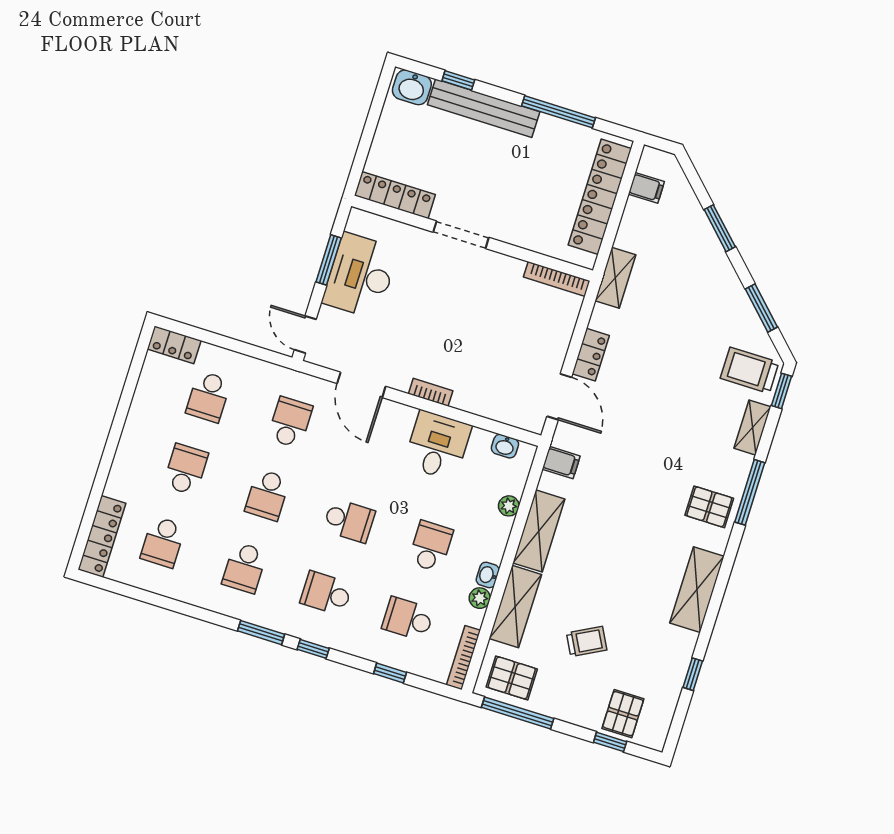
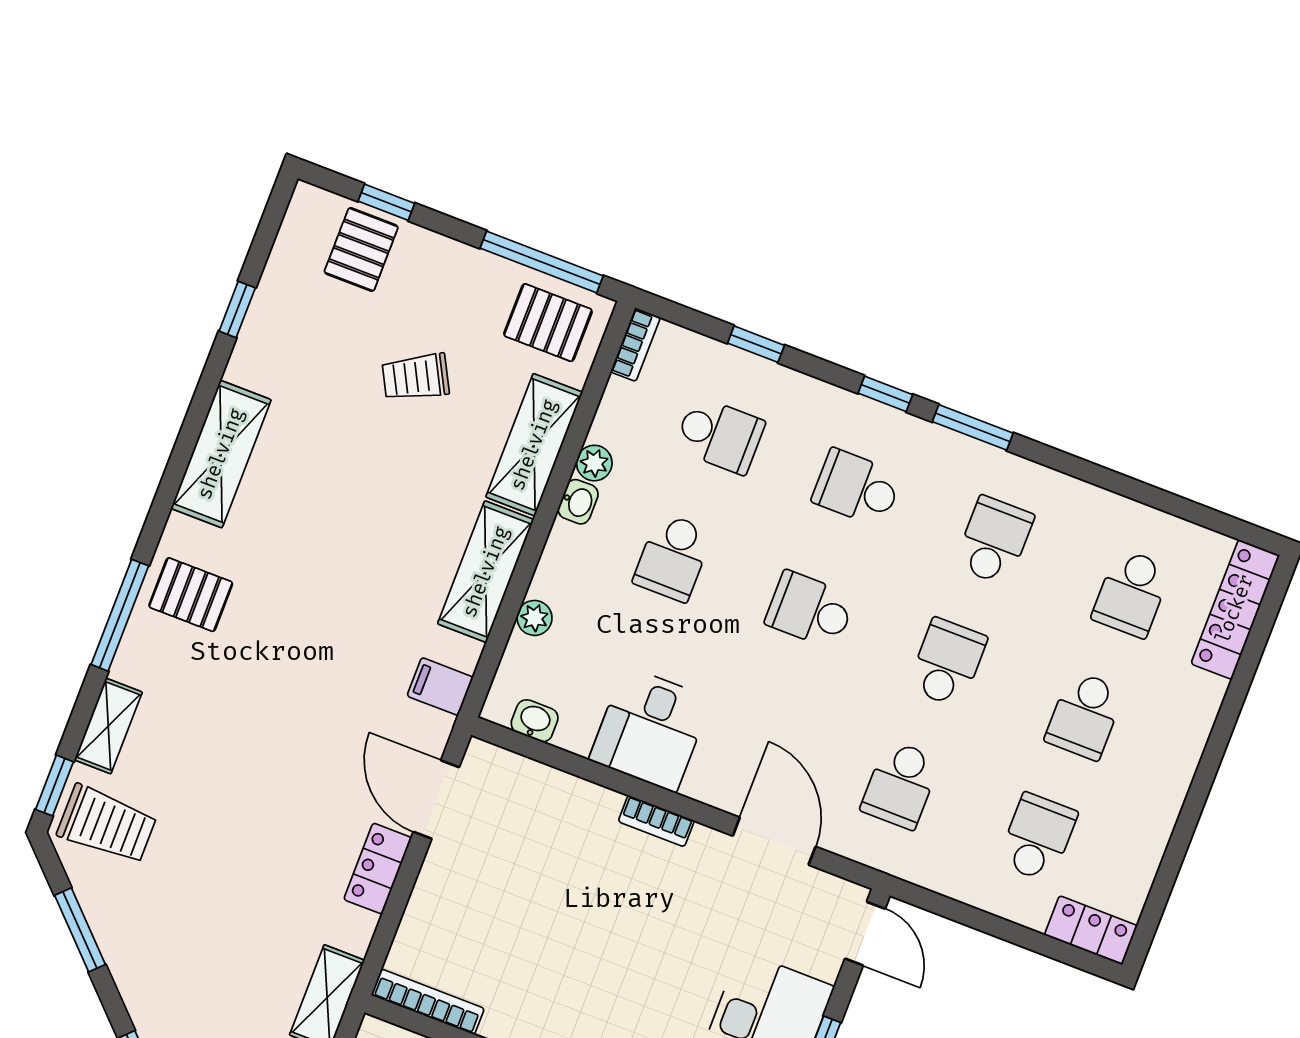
school desk: (163, 542) -> (1131, 593), turned 180
school desk: (326, 593) -> (857, 488), turned 180
bookcase: (463, 658) -> (635, 345), width x0.64

